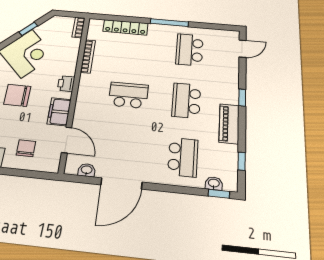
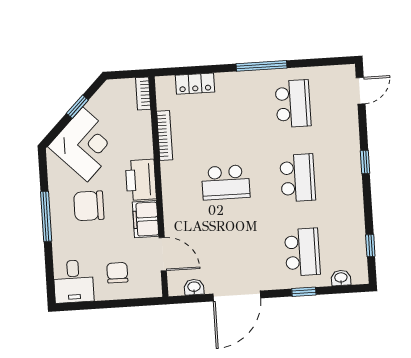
locker: (125, 27) -> (195, 84), width x0.66
school desk: (190, 50) -> (293, 104), turned 180
printer: (66, 84) -> (141, 180), width x1.87, depth x1.48
school desk: (128, 95) -> (226, 182), turned 180
school desk: (186, 101) -> (298, 178), turned 180
piano: (229, 124) -> (352, 200), removed
window: (219, 194) -> (304, 292), moved

